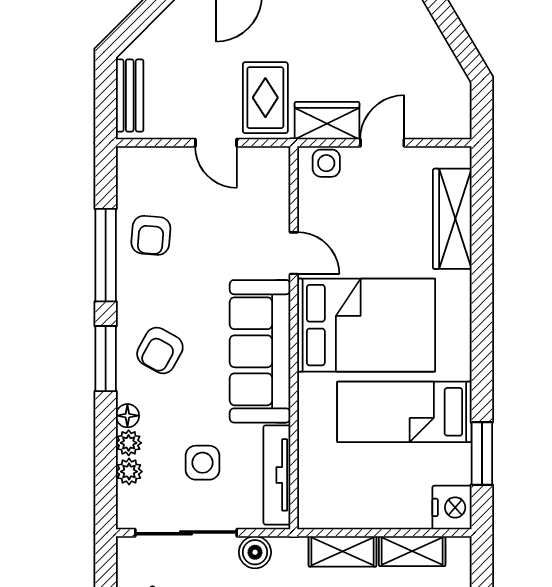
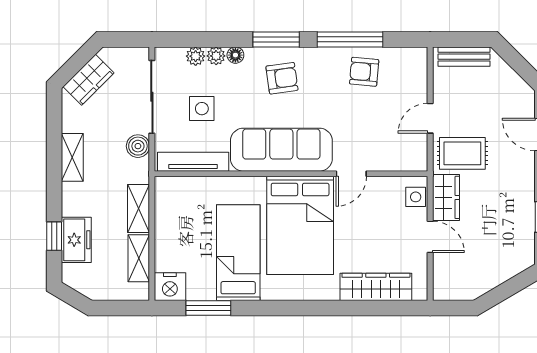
armchair: (160, 351) -> (282, 78), turned 143

